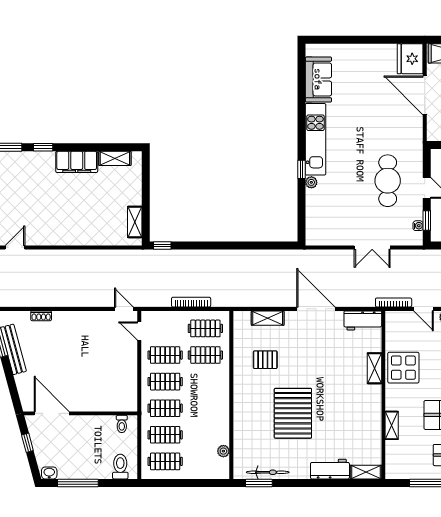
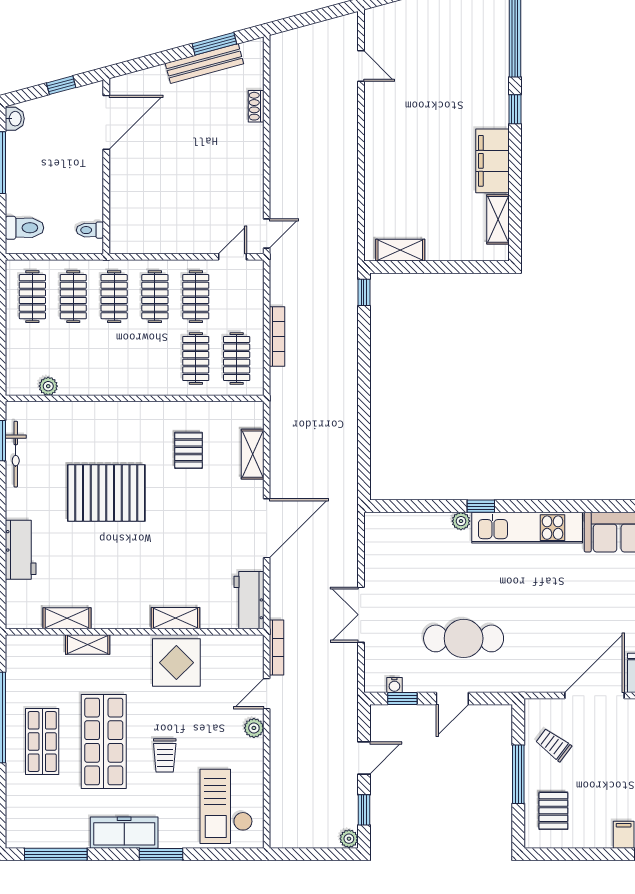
shelving: (366, 472) -> (67, 618), moved, turned 90

